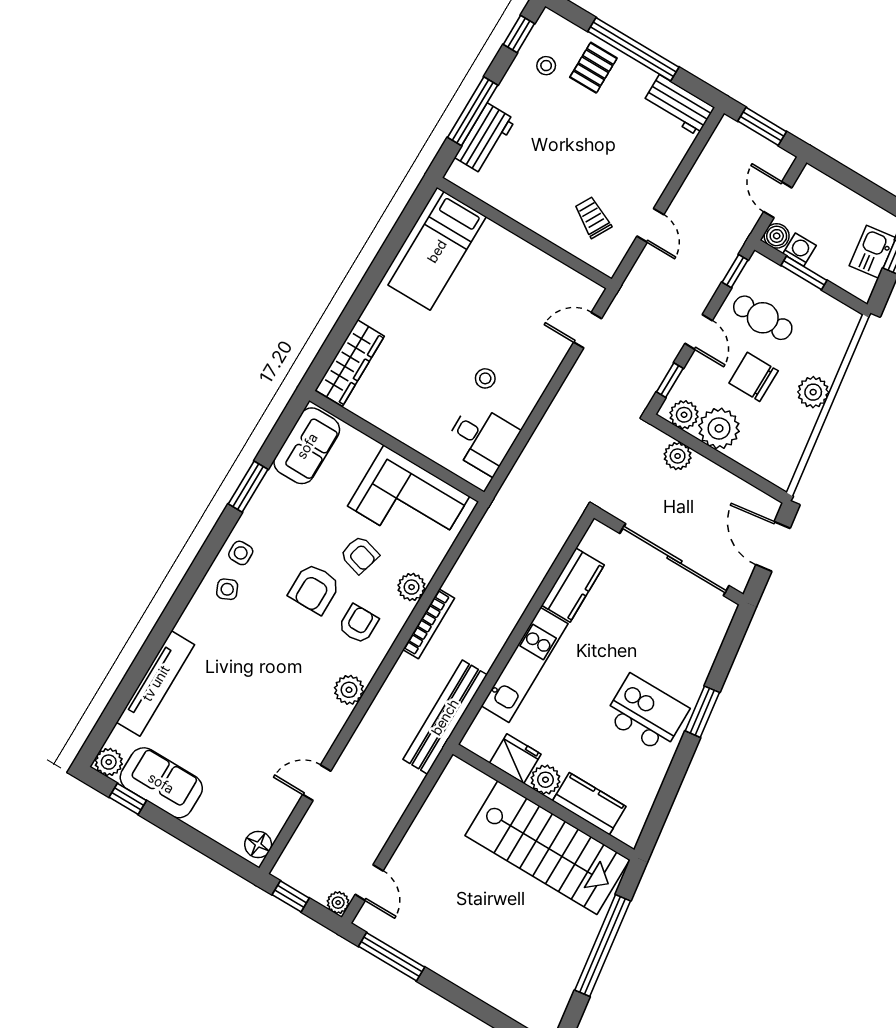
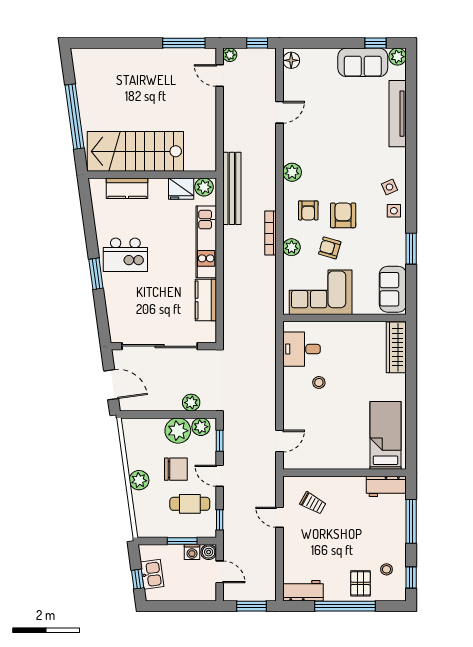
workbench: (485, 139) -> (386, 486), moved, turned -90
plant: (545, 780) -> (204, 187), moved

